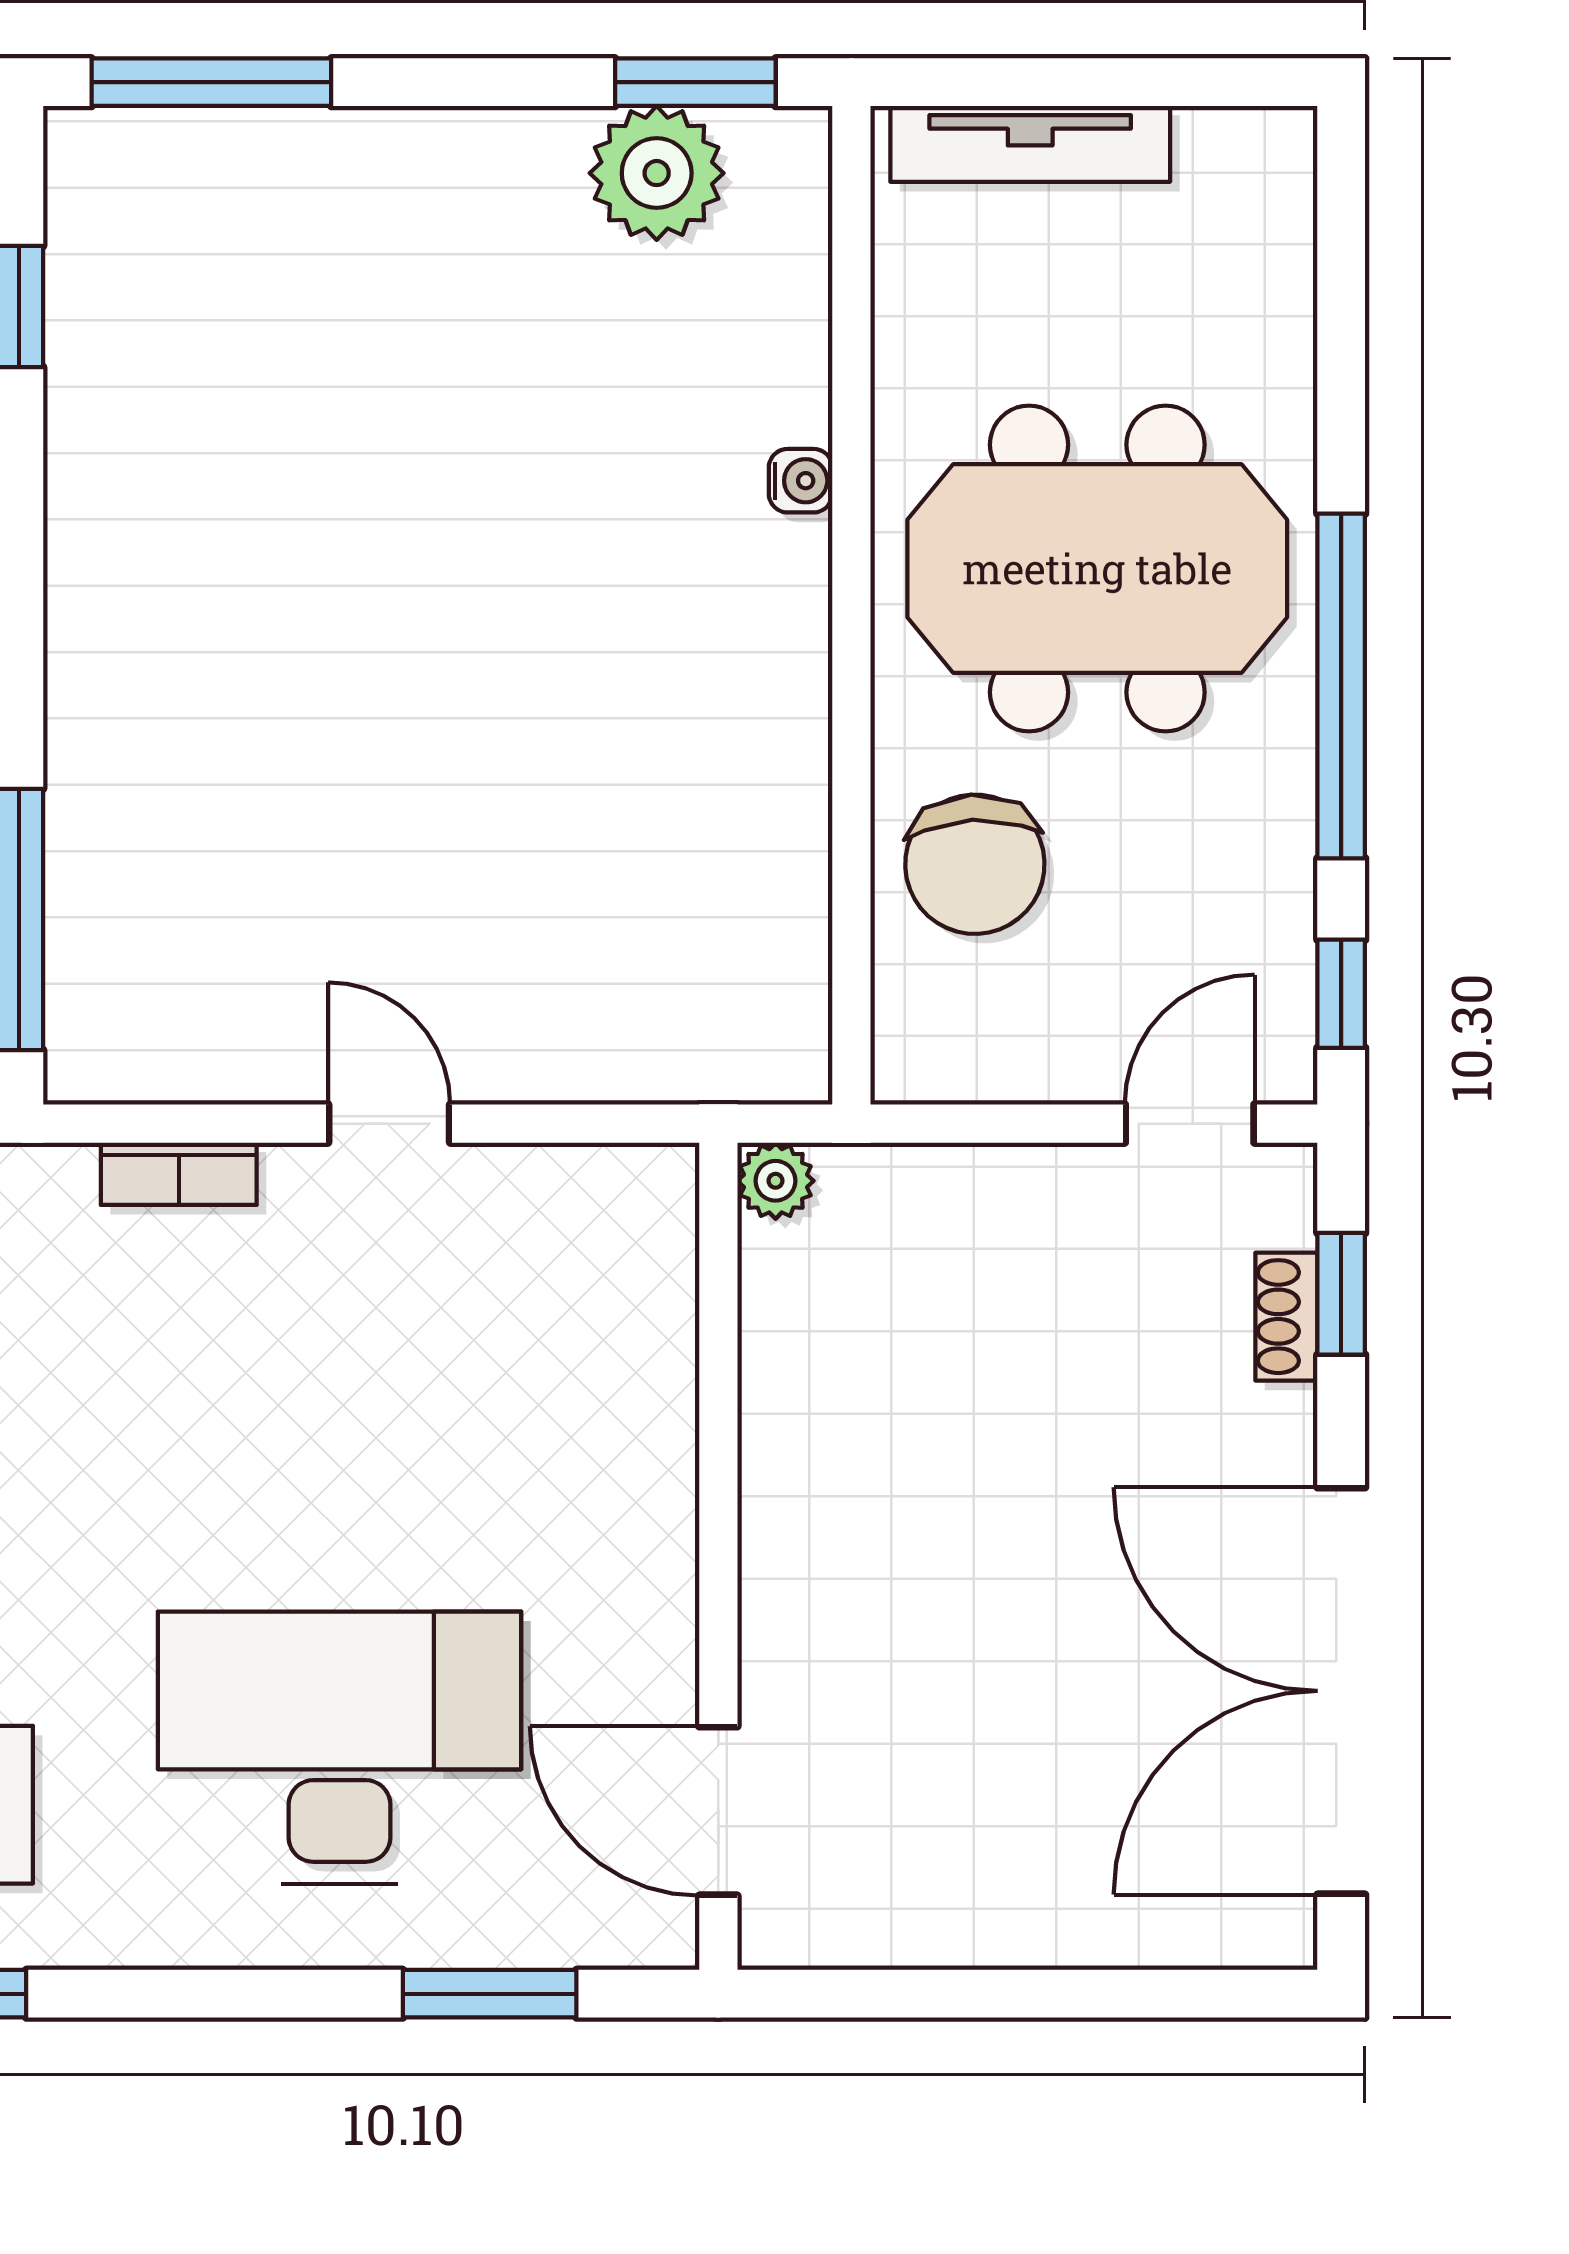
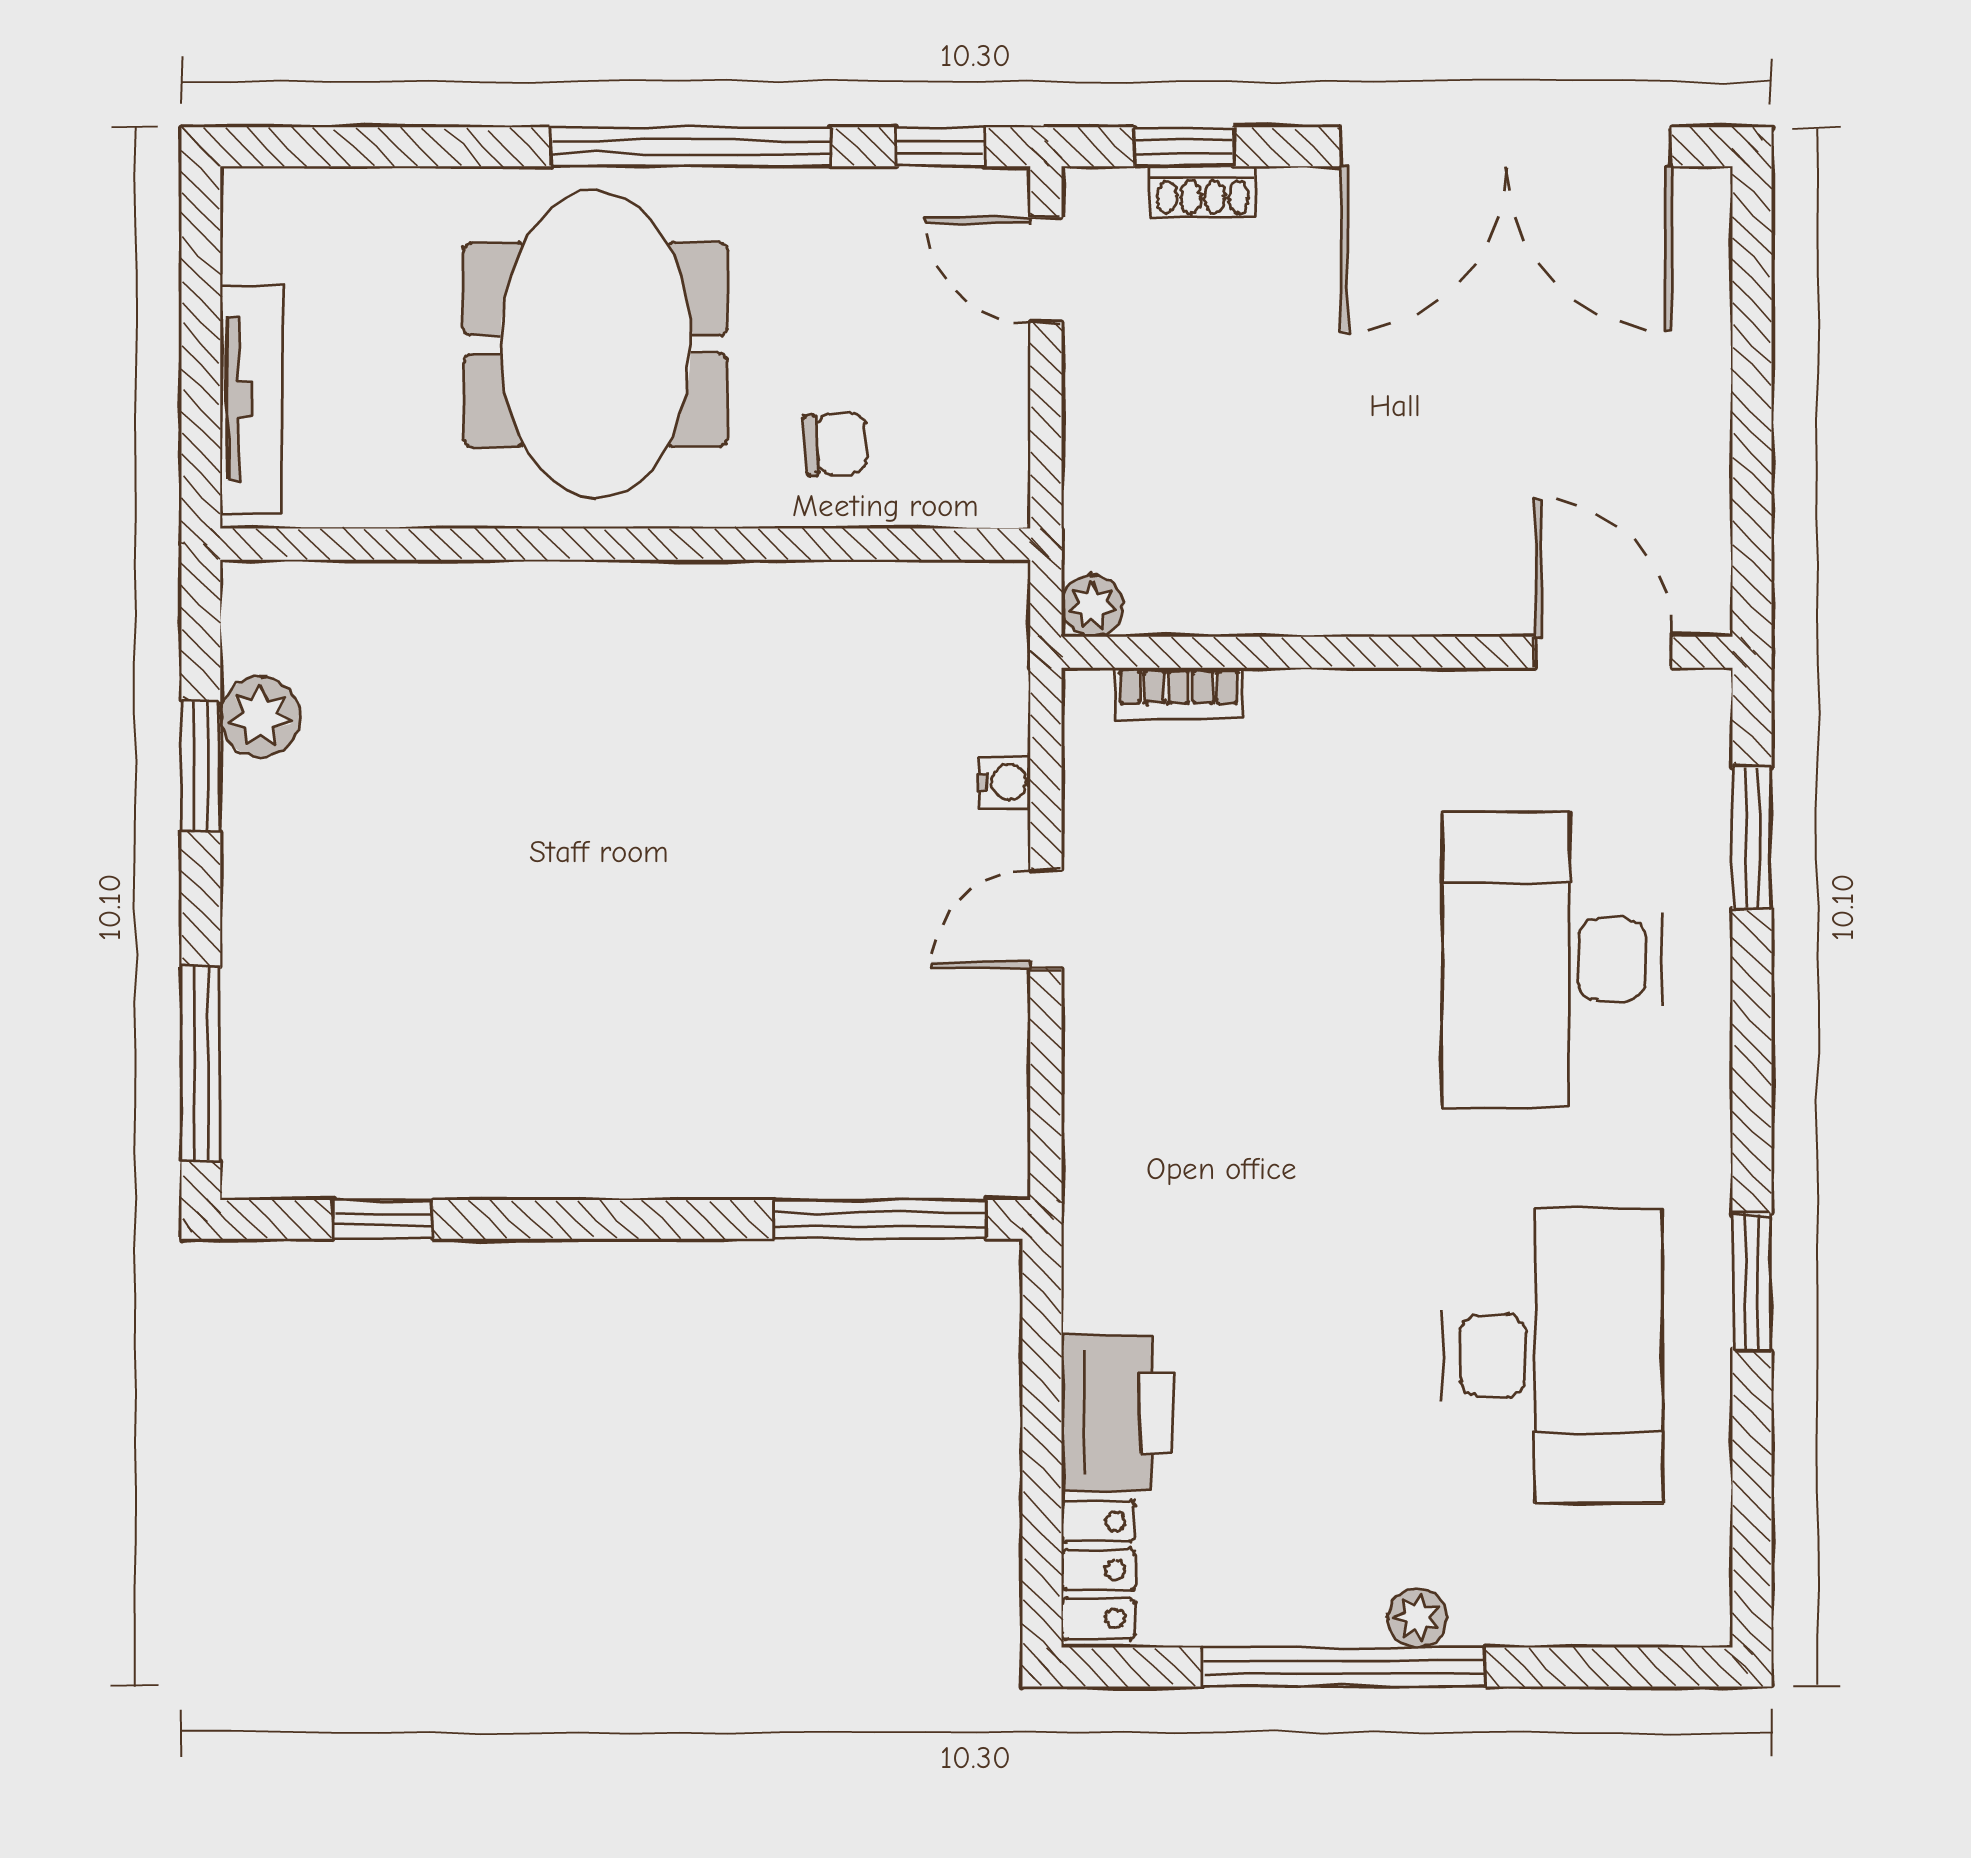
window: (695, 82) -> (201, 766), moved
plant: (657, 173) -> (260, 717), width x0.73, depth x0.73
water cooler: (801, 481) -> (1005, 782), moved, turned 90
chair: (975, 864) -> (835, 444), width x0.54, depth x0.54
bookcase: (179, 1174) -> (1179, 693), moved, turned 90
door: (718, 1811) -> (1604, 652), swing flipped

